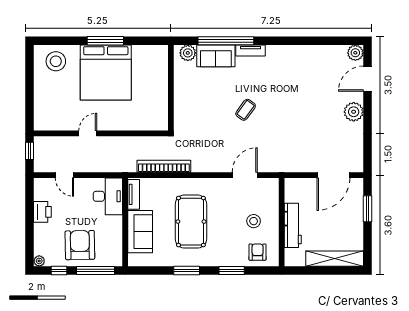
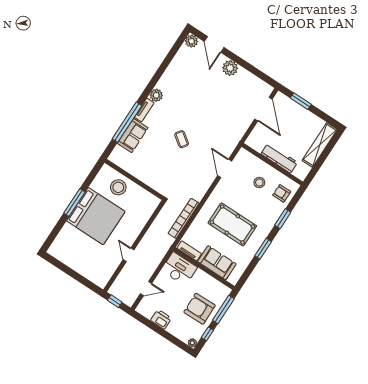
plant: (188, 53) -> (156, 95), moved
stool: (56, 61) -> (118, 187), moved

